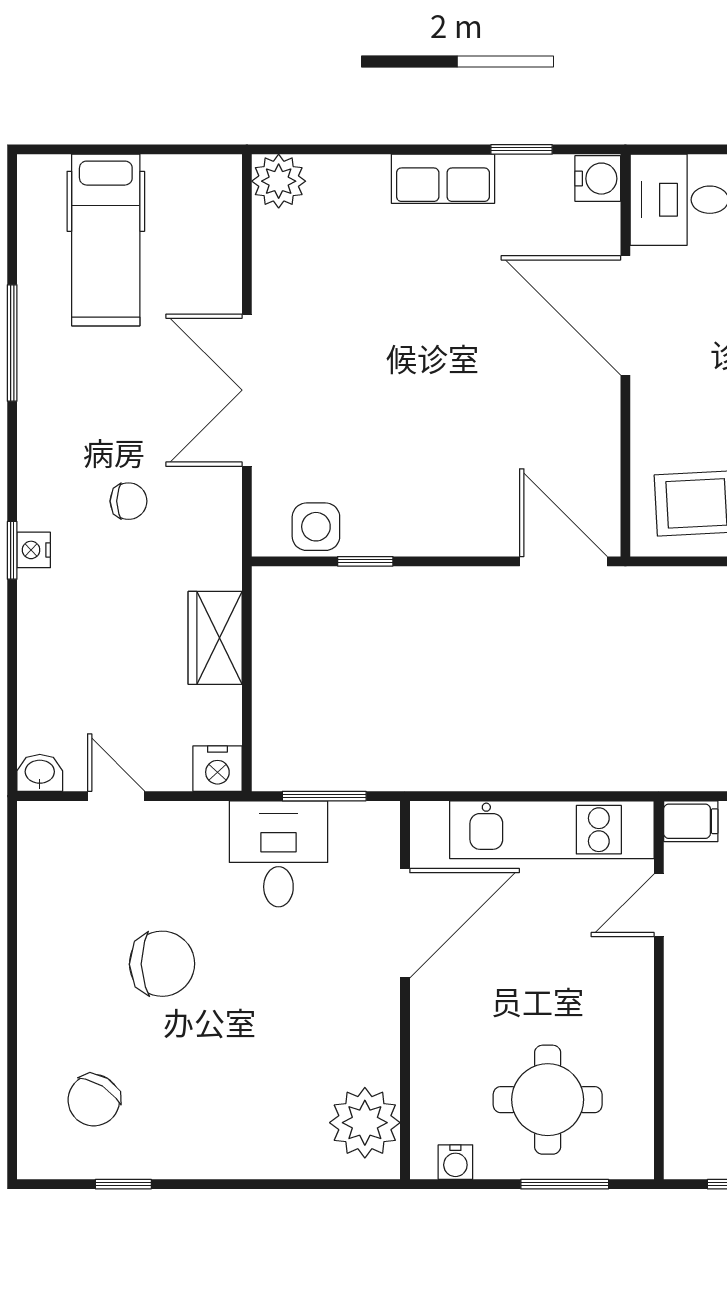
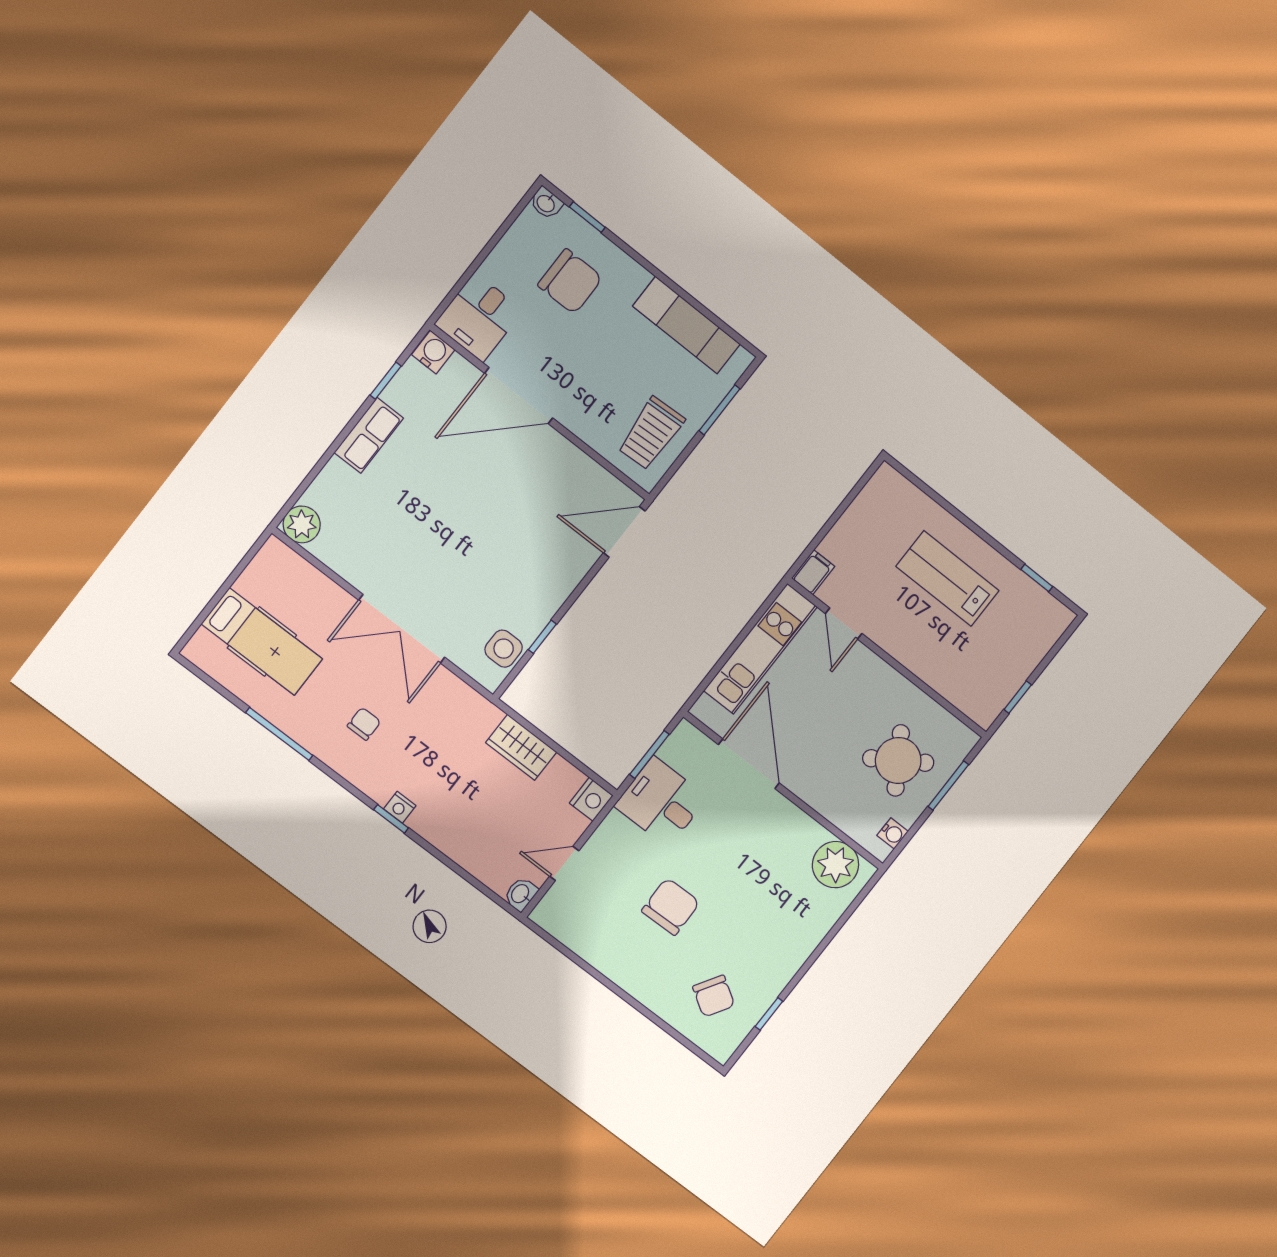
chair: (128, 501) -> (364, 724), moved
round table: (548, 1100) -> (898, 760), turned -33

